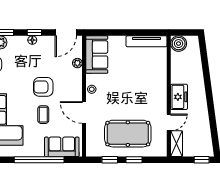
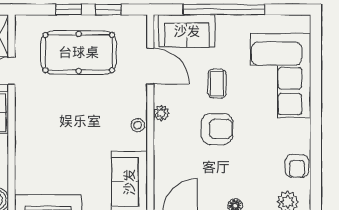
plant: (77, 63) -> (161, 113), moved
door: (84, 112) -> (150, 66), moved

